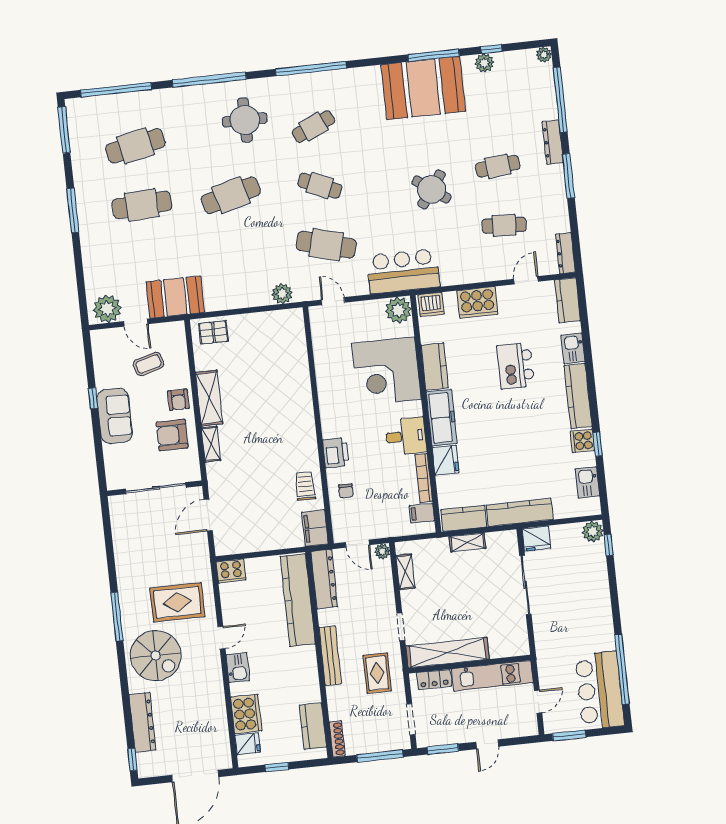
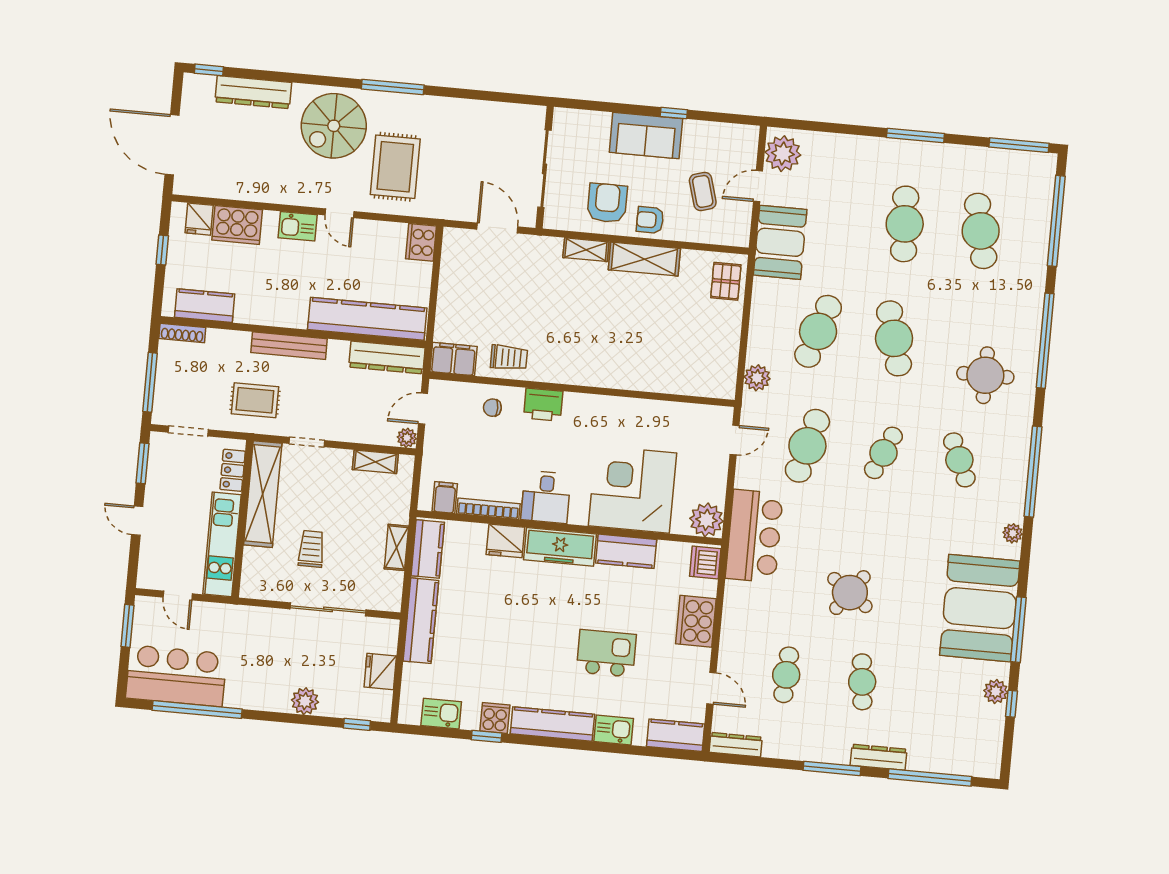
plant: (544, 55) -> (1013, 533), moved
cafe table: (237, 254) -> (818, 331), added
plant: (593, 532) -> (305, 701), moved
fridge: (536, 538) -> (380, 672), moved
trolley: (482, 607) -> (311, 549), added

